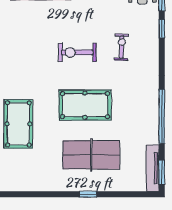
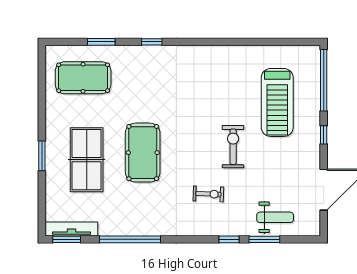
exercise bike: (77, 52) -> (233, 147), moved
pool table: (18, 124) -> (83, 78), moved
window: (88, 194) -> (42, 156), width x1.50

